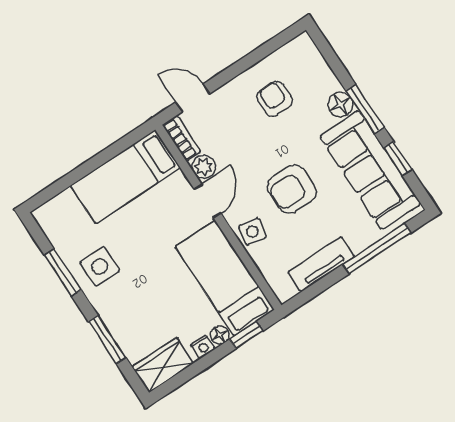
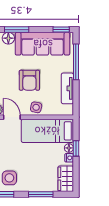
window: (398, 159) -> (61, 30), moved
window: (246, 335) -> (76, 148), moved

